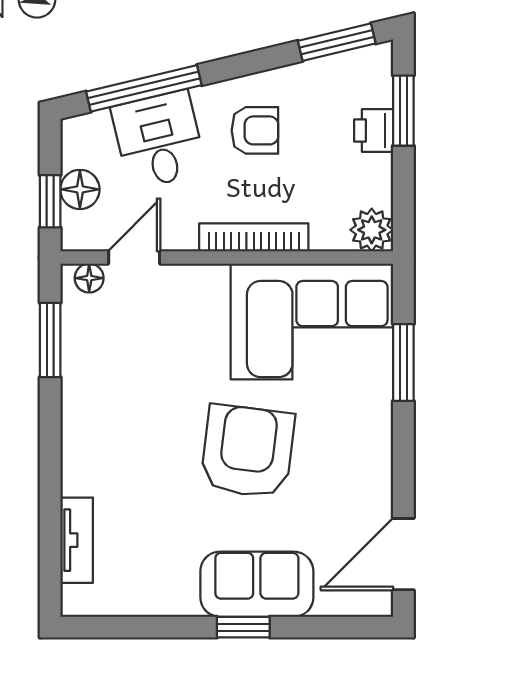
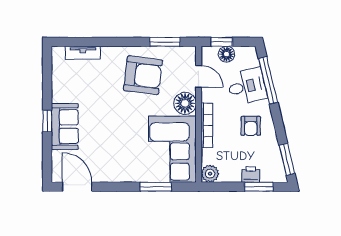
floor lamp: (89, 278) -> (185, 103), moved, width x1.89, depth x1.89
armchair: (248, 451) -> (143, 75), moved

